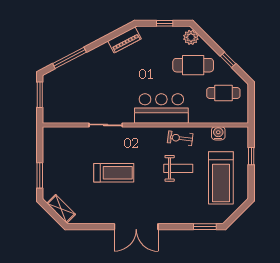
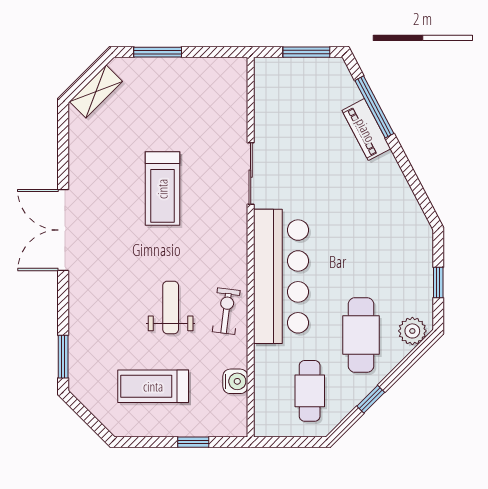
piano: (125, 40) -> (366, 130), moved
bar counter: (161, 109) -> (281, 276), width x1.36
weight bench: (178, 168) -> (171, 307), turned 180
treadmill: (221, 178) -> (153, 386), width x0.73, depth x0.73

